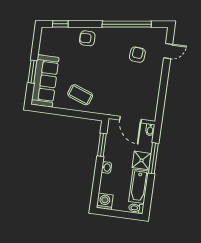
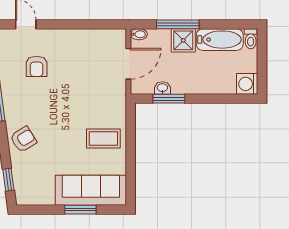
armchair: (87, 38) -> (23, 139), turned -122
armchair: (137, 55) -> (37, 66), turned -95
coffee table: (80, 95) -> (103, 138), turned 70
washbasin: (106, 167) -> (162, 88), moved

